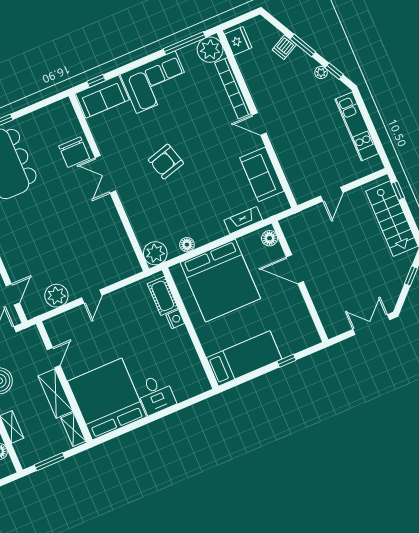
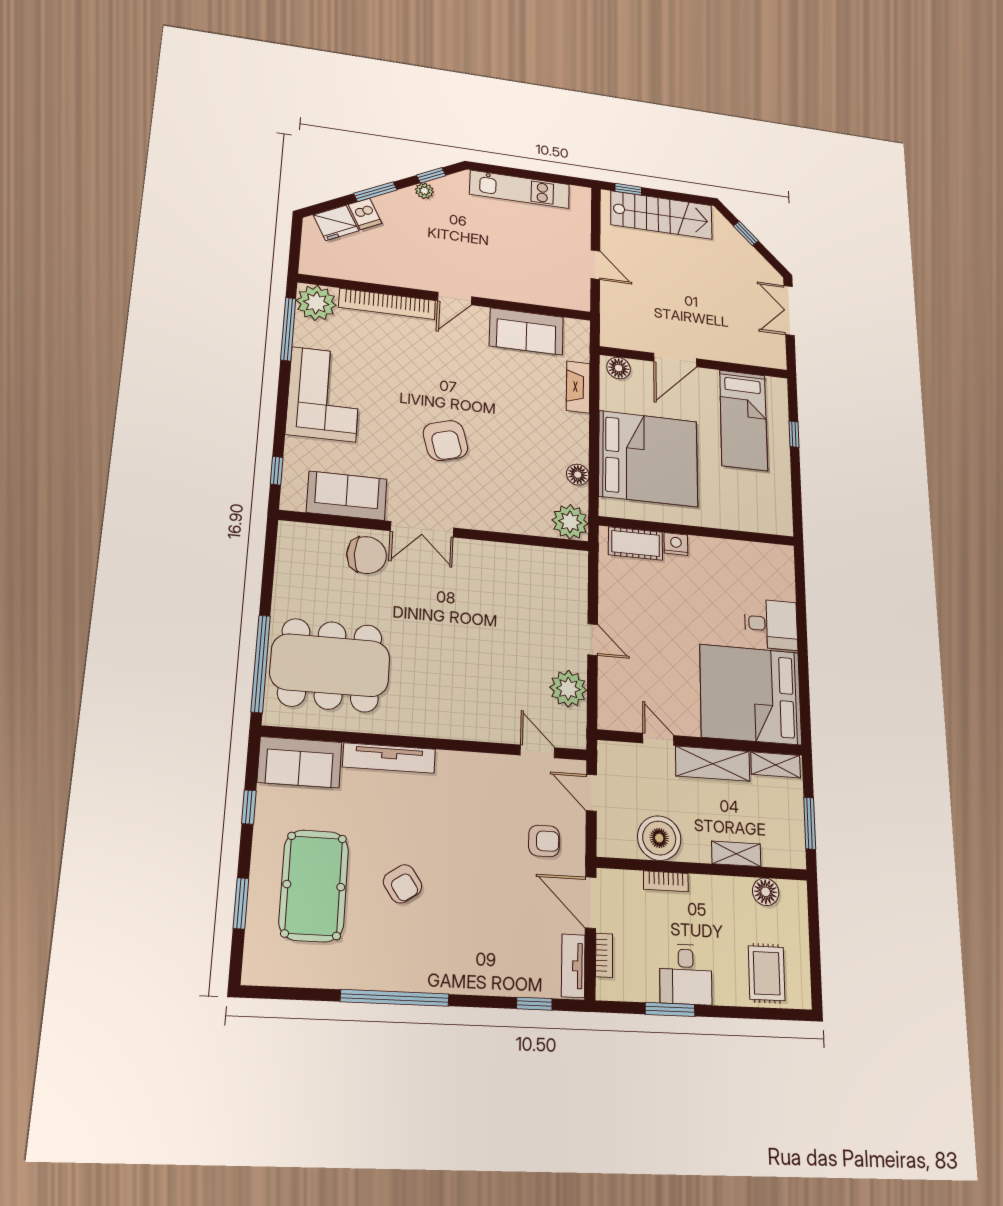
fridge: (238, 41) -> (336, 223), moved, turned 153
sofa: (102, 97) -> (347, 496), moved, turned -90
bed: (244, 358) -> (743, 420), moved, turned 180

